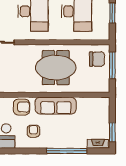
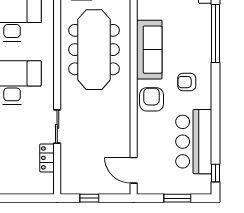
meeting table: (56, 68) -> (94, 50), width x1.36

